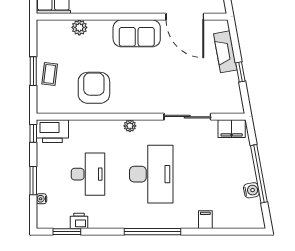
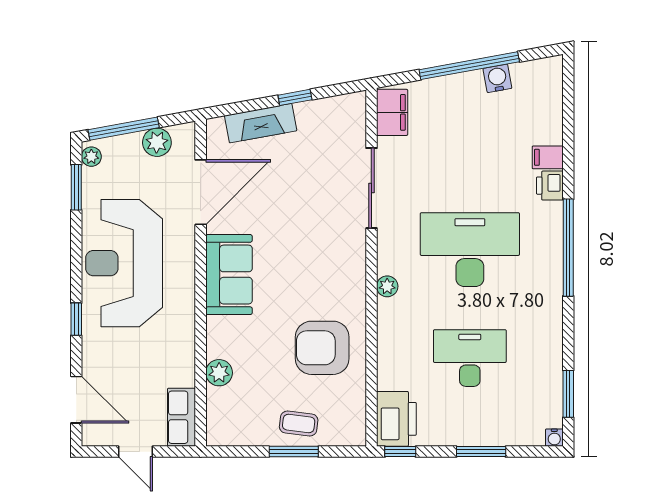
water cooler: (41, 199) -> (554, 438), moved
printer: (79, 221) -> (550, 186), moved

